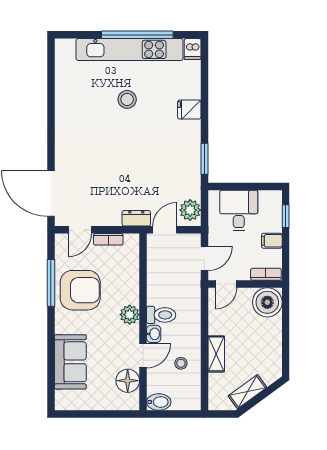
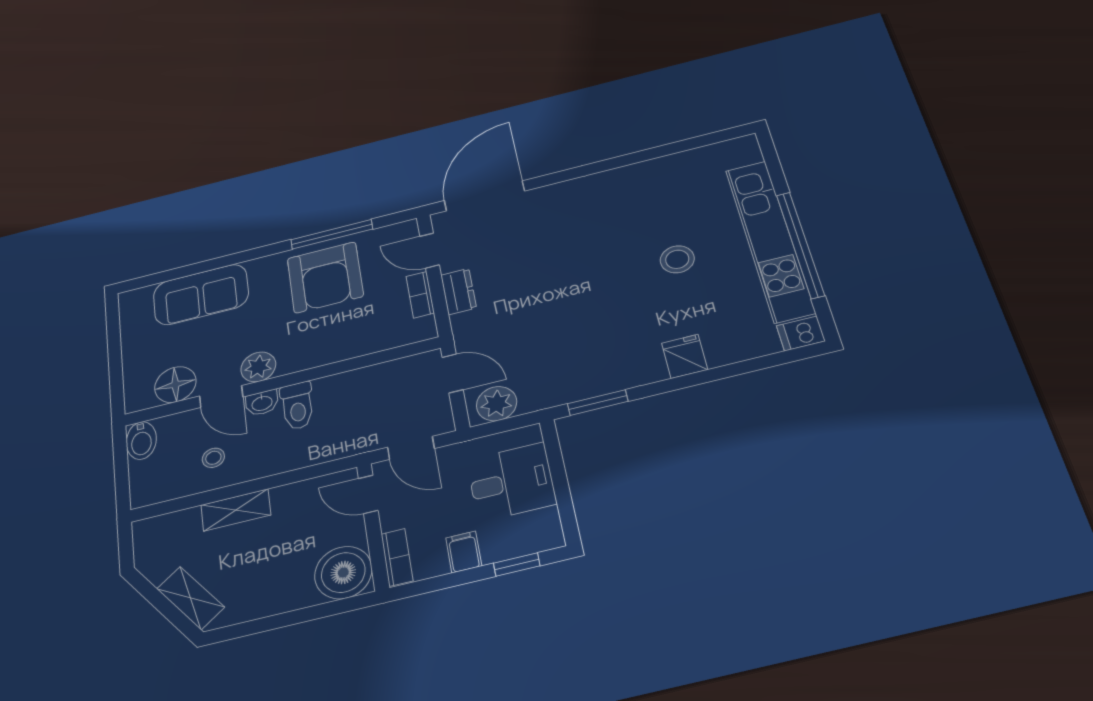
dresser: (136, 218) -> (459, 291), moved
plant: (130, 315) -> (258, 367), moved
shelving: (247, 392) -> (191, 598), moved

